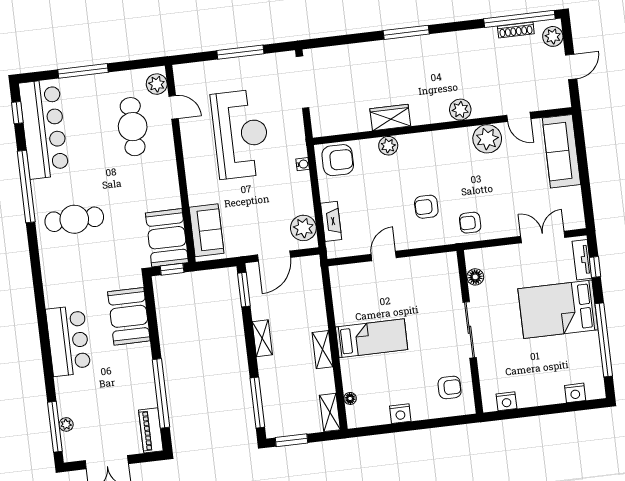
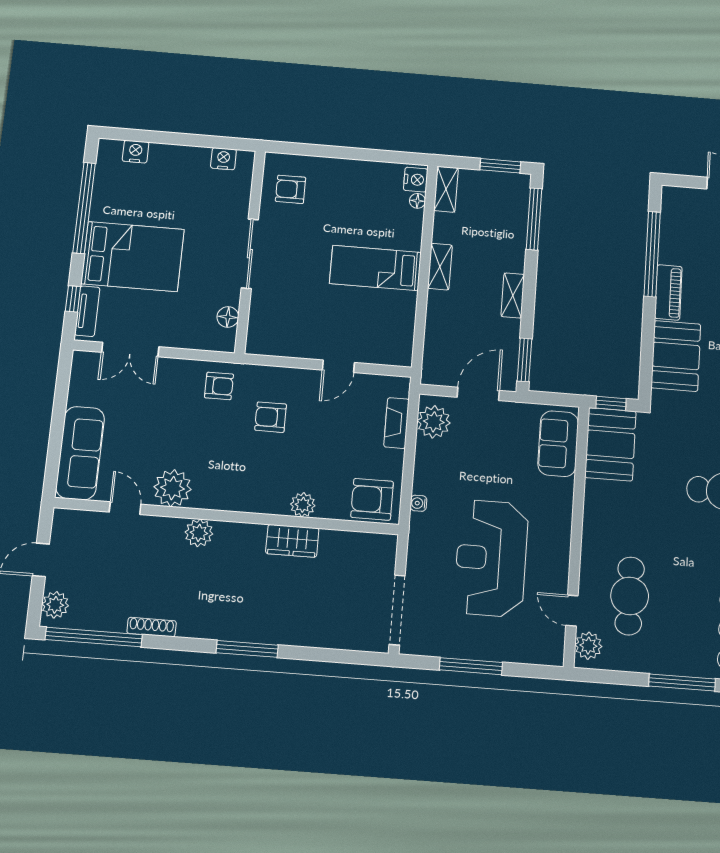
shoe rack: (516, 30) -> (152, 627), moved
armchair: (426, 207) -> (271, 417), turned 180
nightstand: (400, 414) -> (416, 180), moved, turned 90
piano: (151, 430) -> (668, 292), moved

